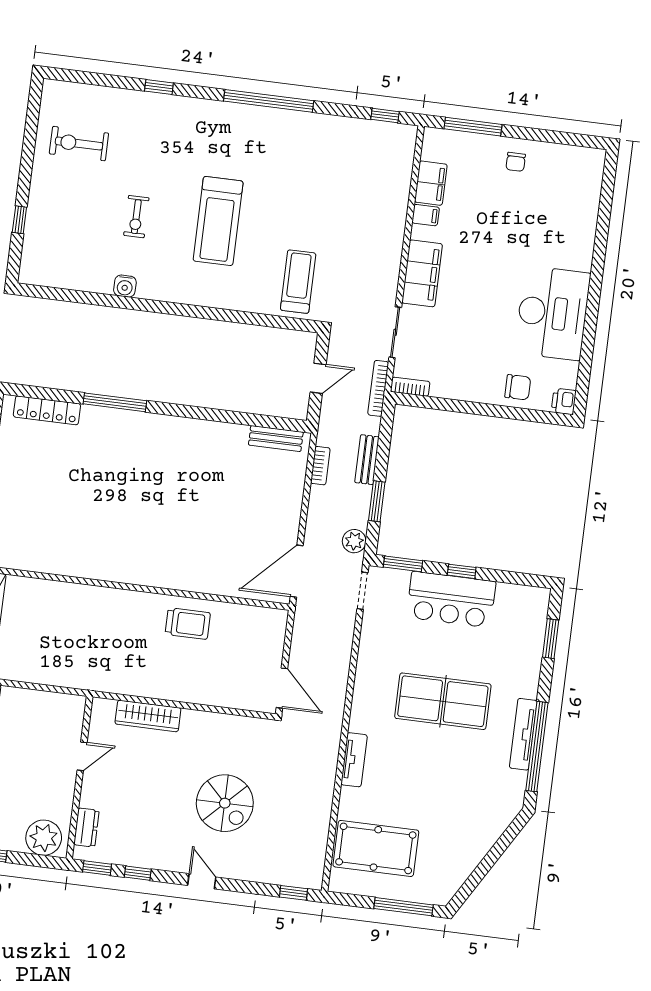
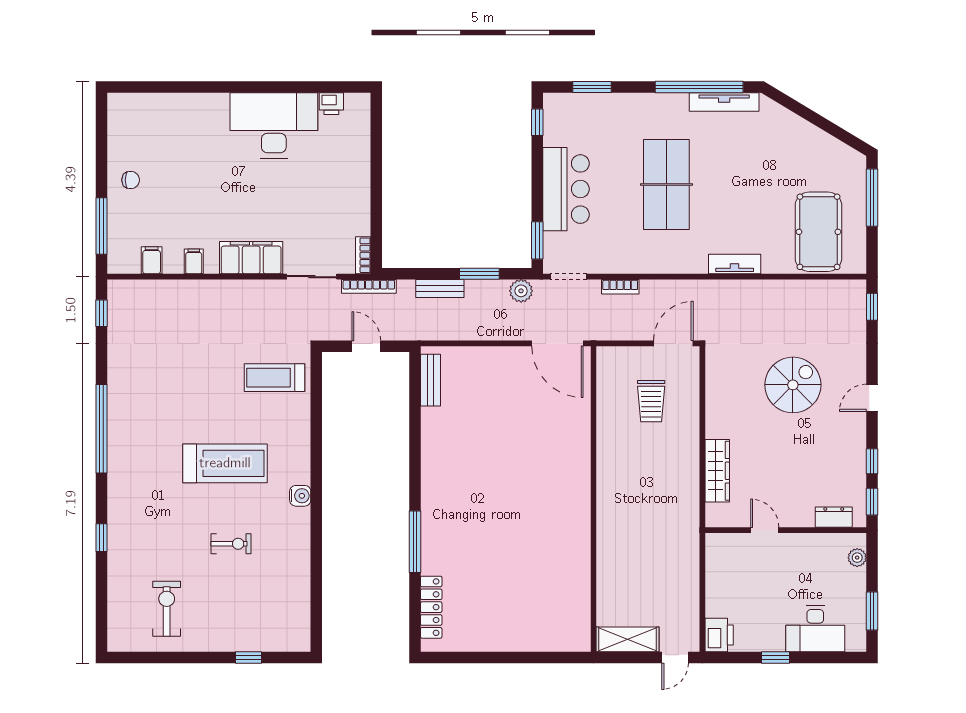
exercise bike: (79, 144) -> (167, 609), turned 180
filing cabinet: (431, 183) -> (152, 260), width x0.50
water cooler: (125, 286) -> (300, 496), moved
chair: (518, 387) -> (351, 150), removed
printer: (564, 401) -> (331, 104), moved
bookcase: (320, 466) -> (620, 287), moved, turned 180
window: (462, 571) -> (537, 122), moved
trolley: (188, 624) -> (651, 401), moved, turned 180
tv unit: (523, 734) -> (724, 102), moved
plant: (44, 838) -> (857, 558), width x0.53, depth x0.53

